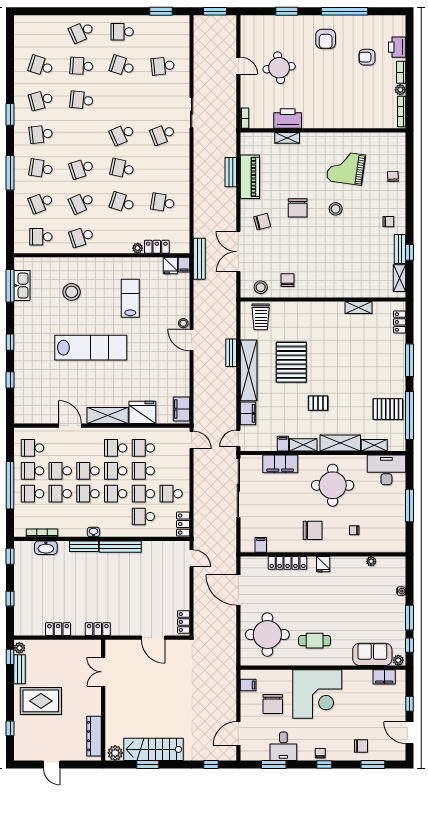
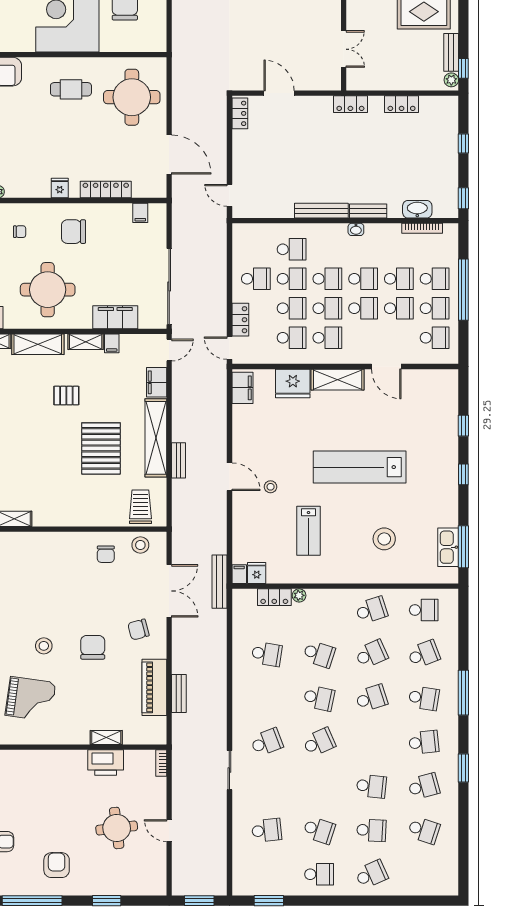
stool: (183, 323) -> (271, 487), moved
locker: (183, 524) -> (240, 320), moved
filing cabinet: (248, 685) -> (157, 32), removed

